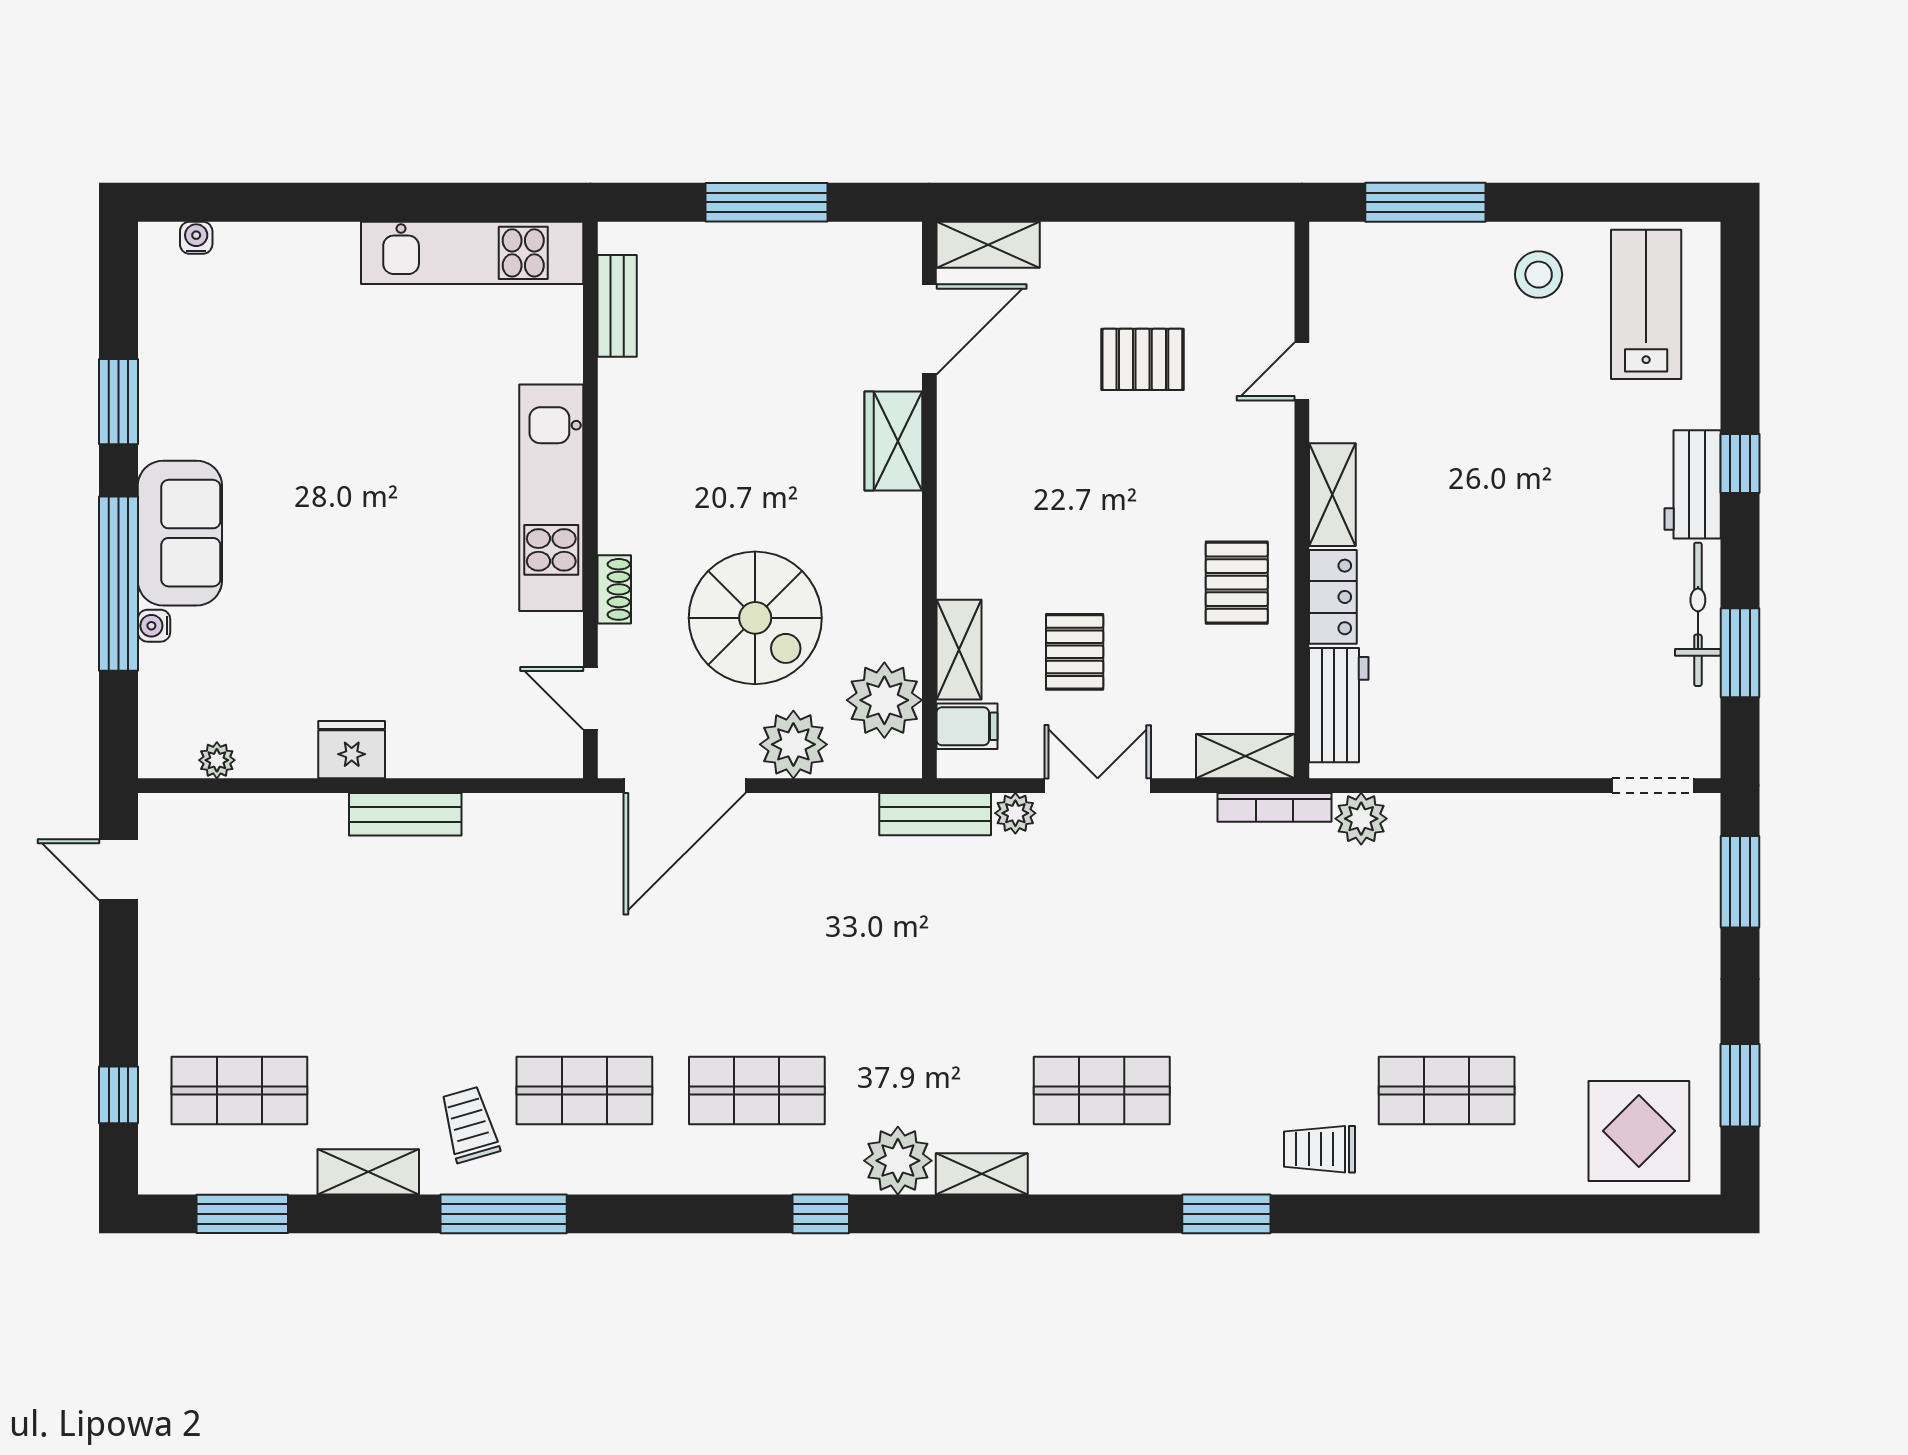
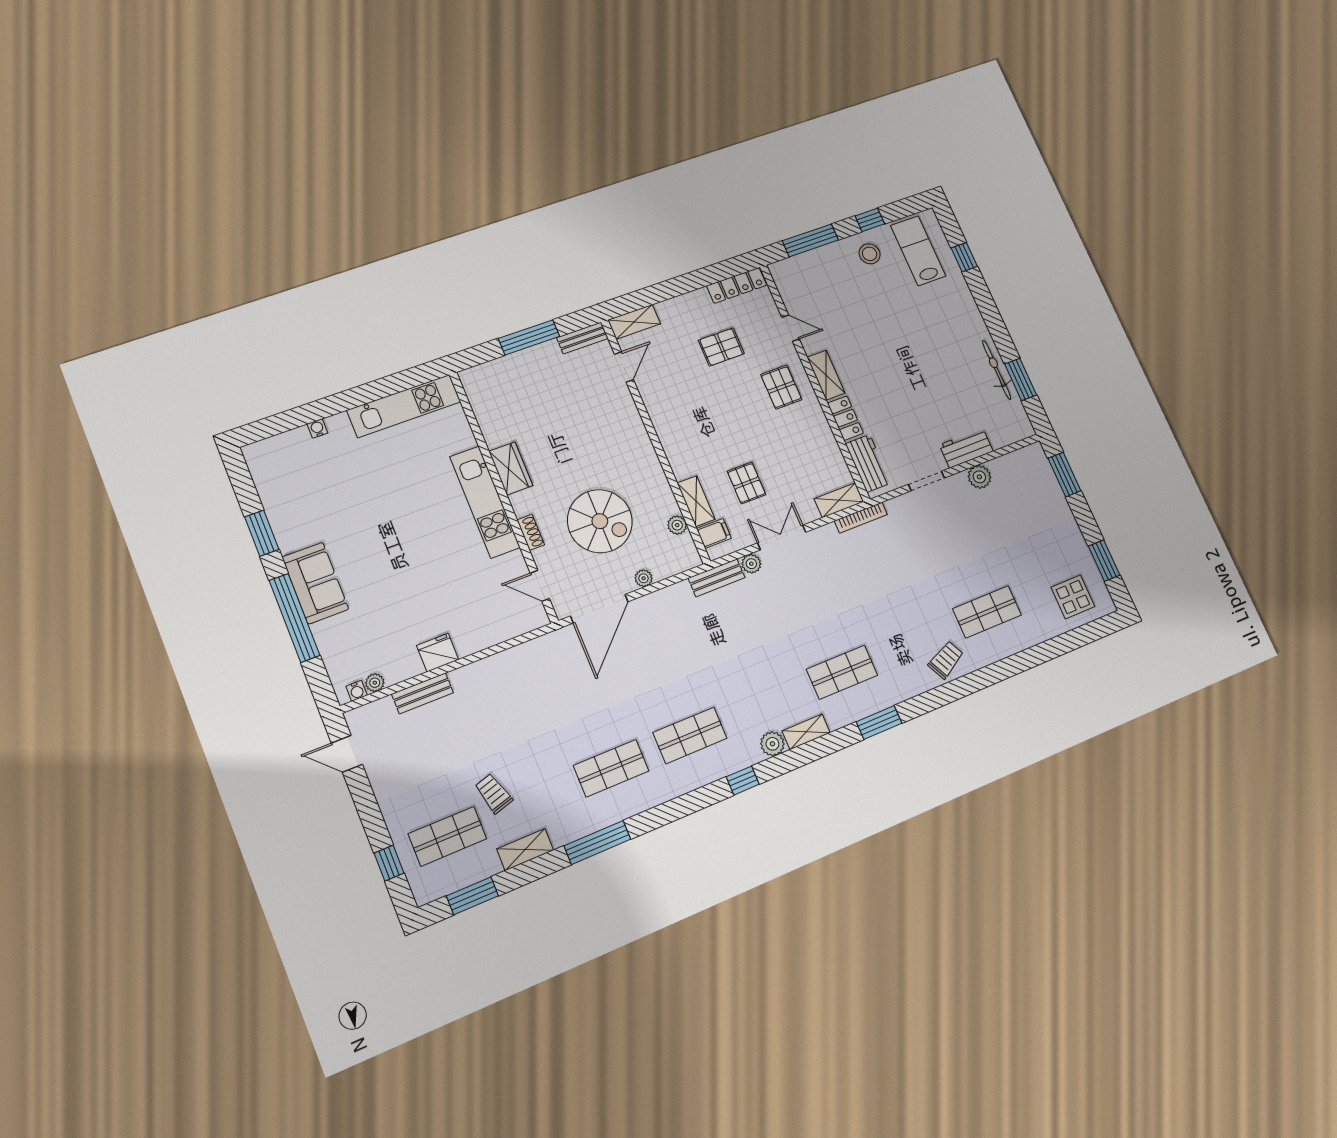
window: (1572, 202) -> (870, 220), added
water cooler: (196, 238) -> (317, 428), moved
locker: (1229, 243) -> (737, 285), added
bench: (617, 306) -> (582, 338), moved, turned 90
door: (929, 329) -> (624, 367), width x0.73
door: (1302, 371) -> (791, 328), swing flipped
wardrobe: (893, 441) -> (511, 468), moved, turned 180
window: (1740, 463) -> (964, 257), moved
workbench: (1693, 484) -> (966, 448), moved, turned 90
pallet: (1237, 583) -> (781, 387), moved
water cooler: (154, 626) -> (357, 691), moved, turned -90
plant: (884, 700) -> (677, 525), width x0.53, depth x0.53
plant: (793, 744) -> (644, 578), width x0.53, depth x0.53
doorway: (1653, 786) -> (926, 481), moved
bench: (405, 814) -> (423, 693), moved
plant: (1361, 819) -> (979, 477), moved
trolley: (470, 1125) -> (494, 793), moved
display table: (1639, 1131) -> (1073, 597), width x0.73, depth x0.73
trolley: (1320, 1149) -> (946, 660), turned 153
plant: (898, 1161) -> (772, 744), width x0.73, depth x0.73
window: (1226, 1214) -> (879, 722), moved

